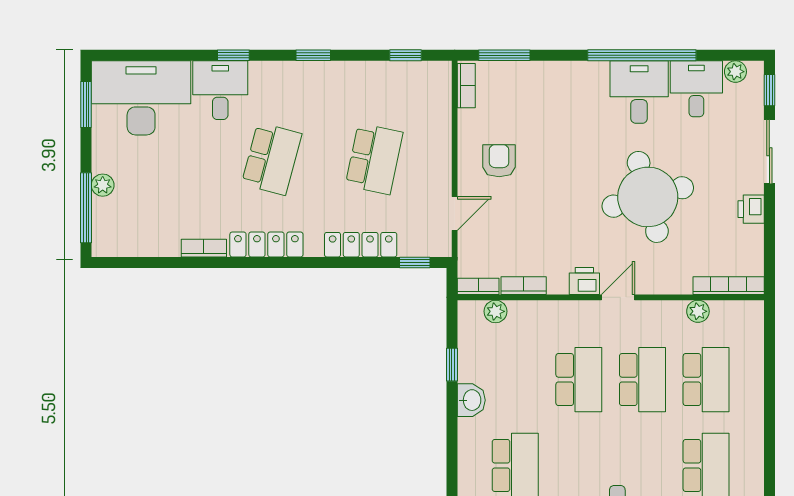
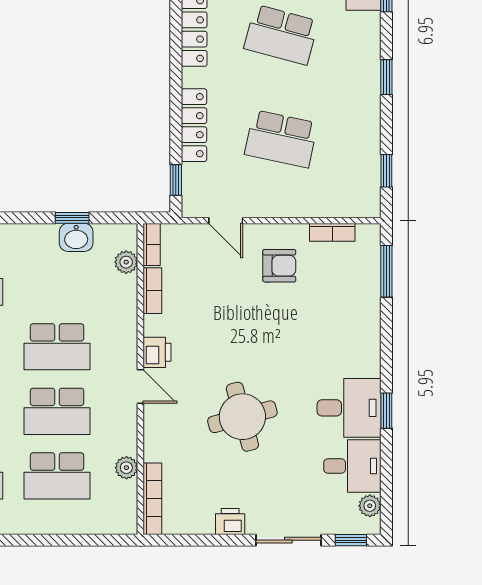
window: (642, 55) -> (386, 411), width x0.32
bookcase: (466, 86) -> (332, 232), moved
round table: (648, 197) -> (242, 417), width x0.73, depth x0.73
washbasin: (471, 400) -> (76, 237), moved

